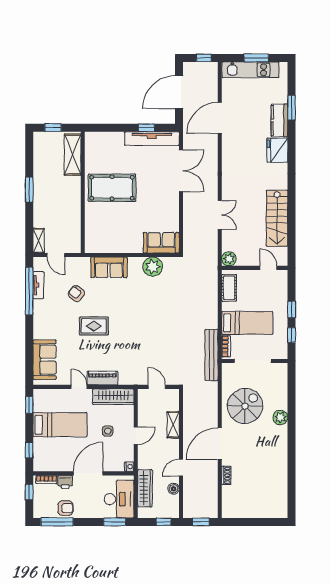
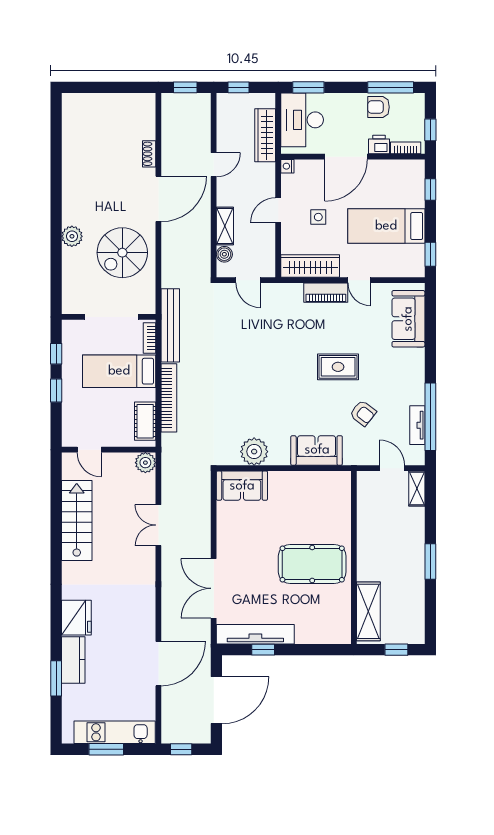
bookcase: (212, 304) -> (169, 398), added
boiler: (174, 489) -> (224, 254), moved

